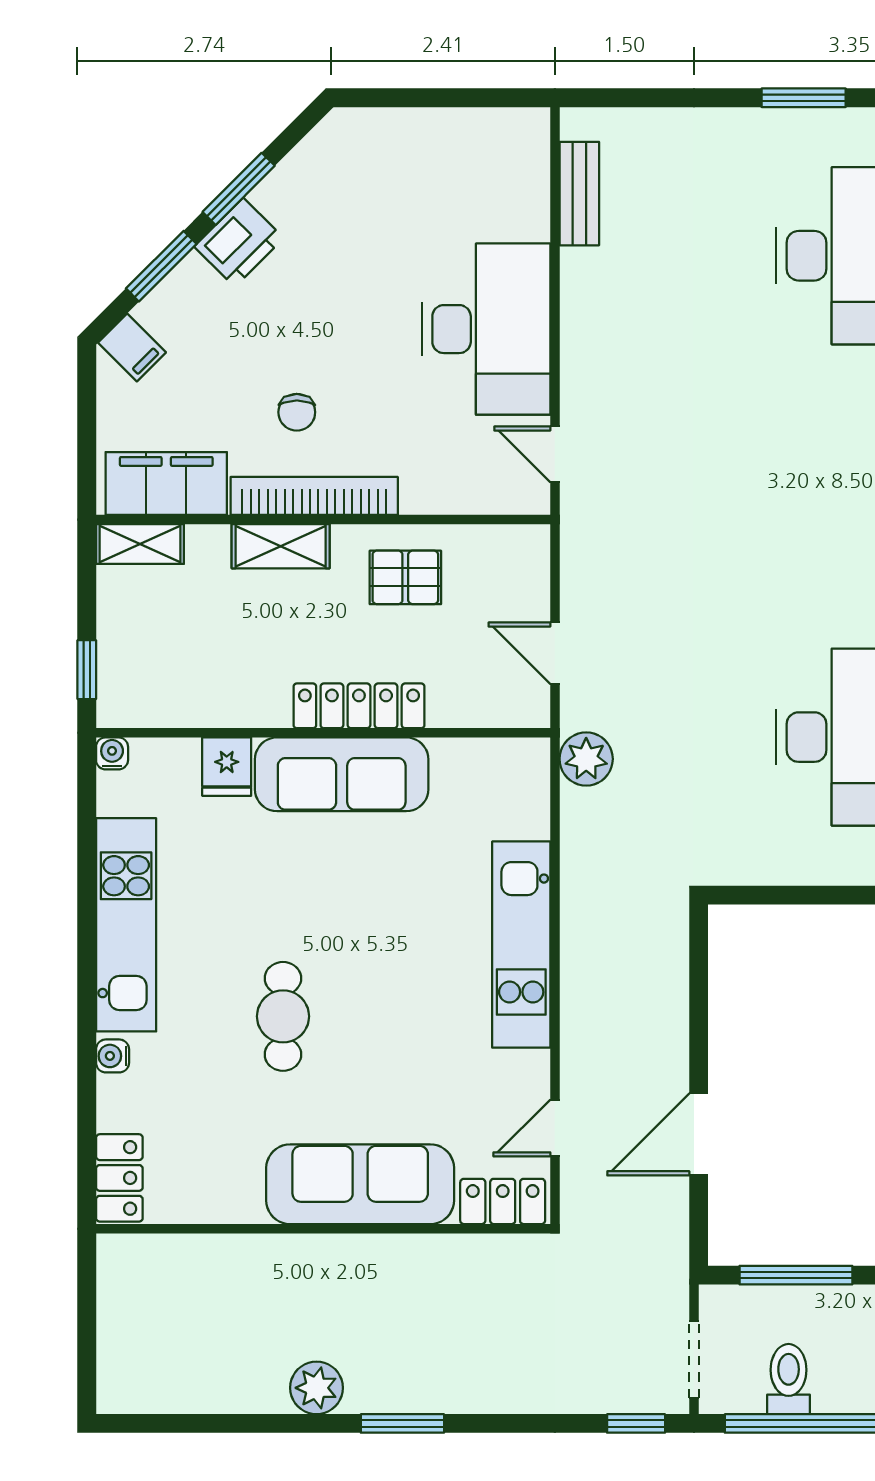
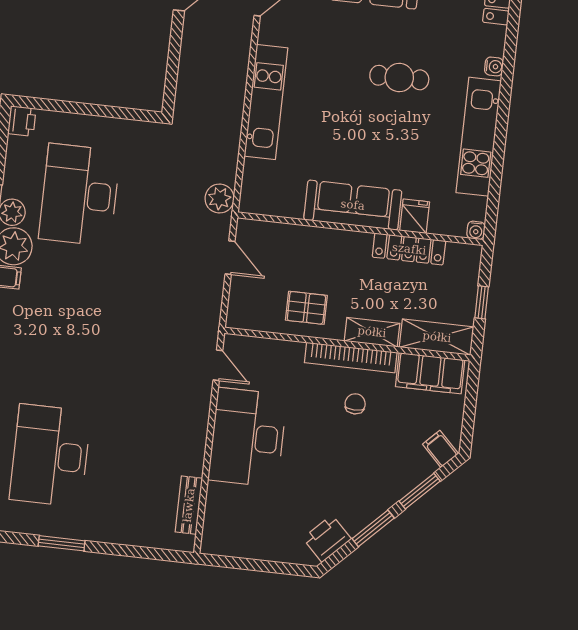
printer: (239, 242) -> (327, 539), moved
shelving: (140, 544) -> (437, 337), width x1.50, depth x1.33
window: (87, 670) -> (482, 302), moved
locker: (359, 706) -> (409, 249), moved
cafe table: (283, 1016) -> (399, 78), turned 90

